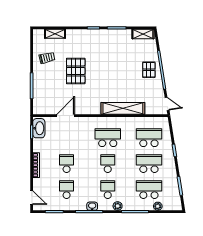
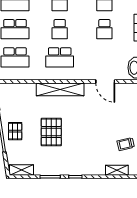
pallet: (76, 71) -> (51, 132), moved
shelving: (123, 108) -> (60, 89), moved
door: (66, 116) -> (105, 81), hinge flipped

